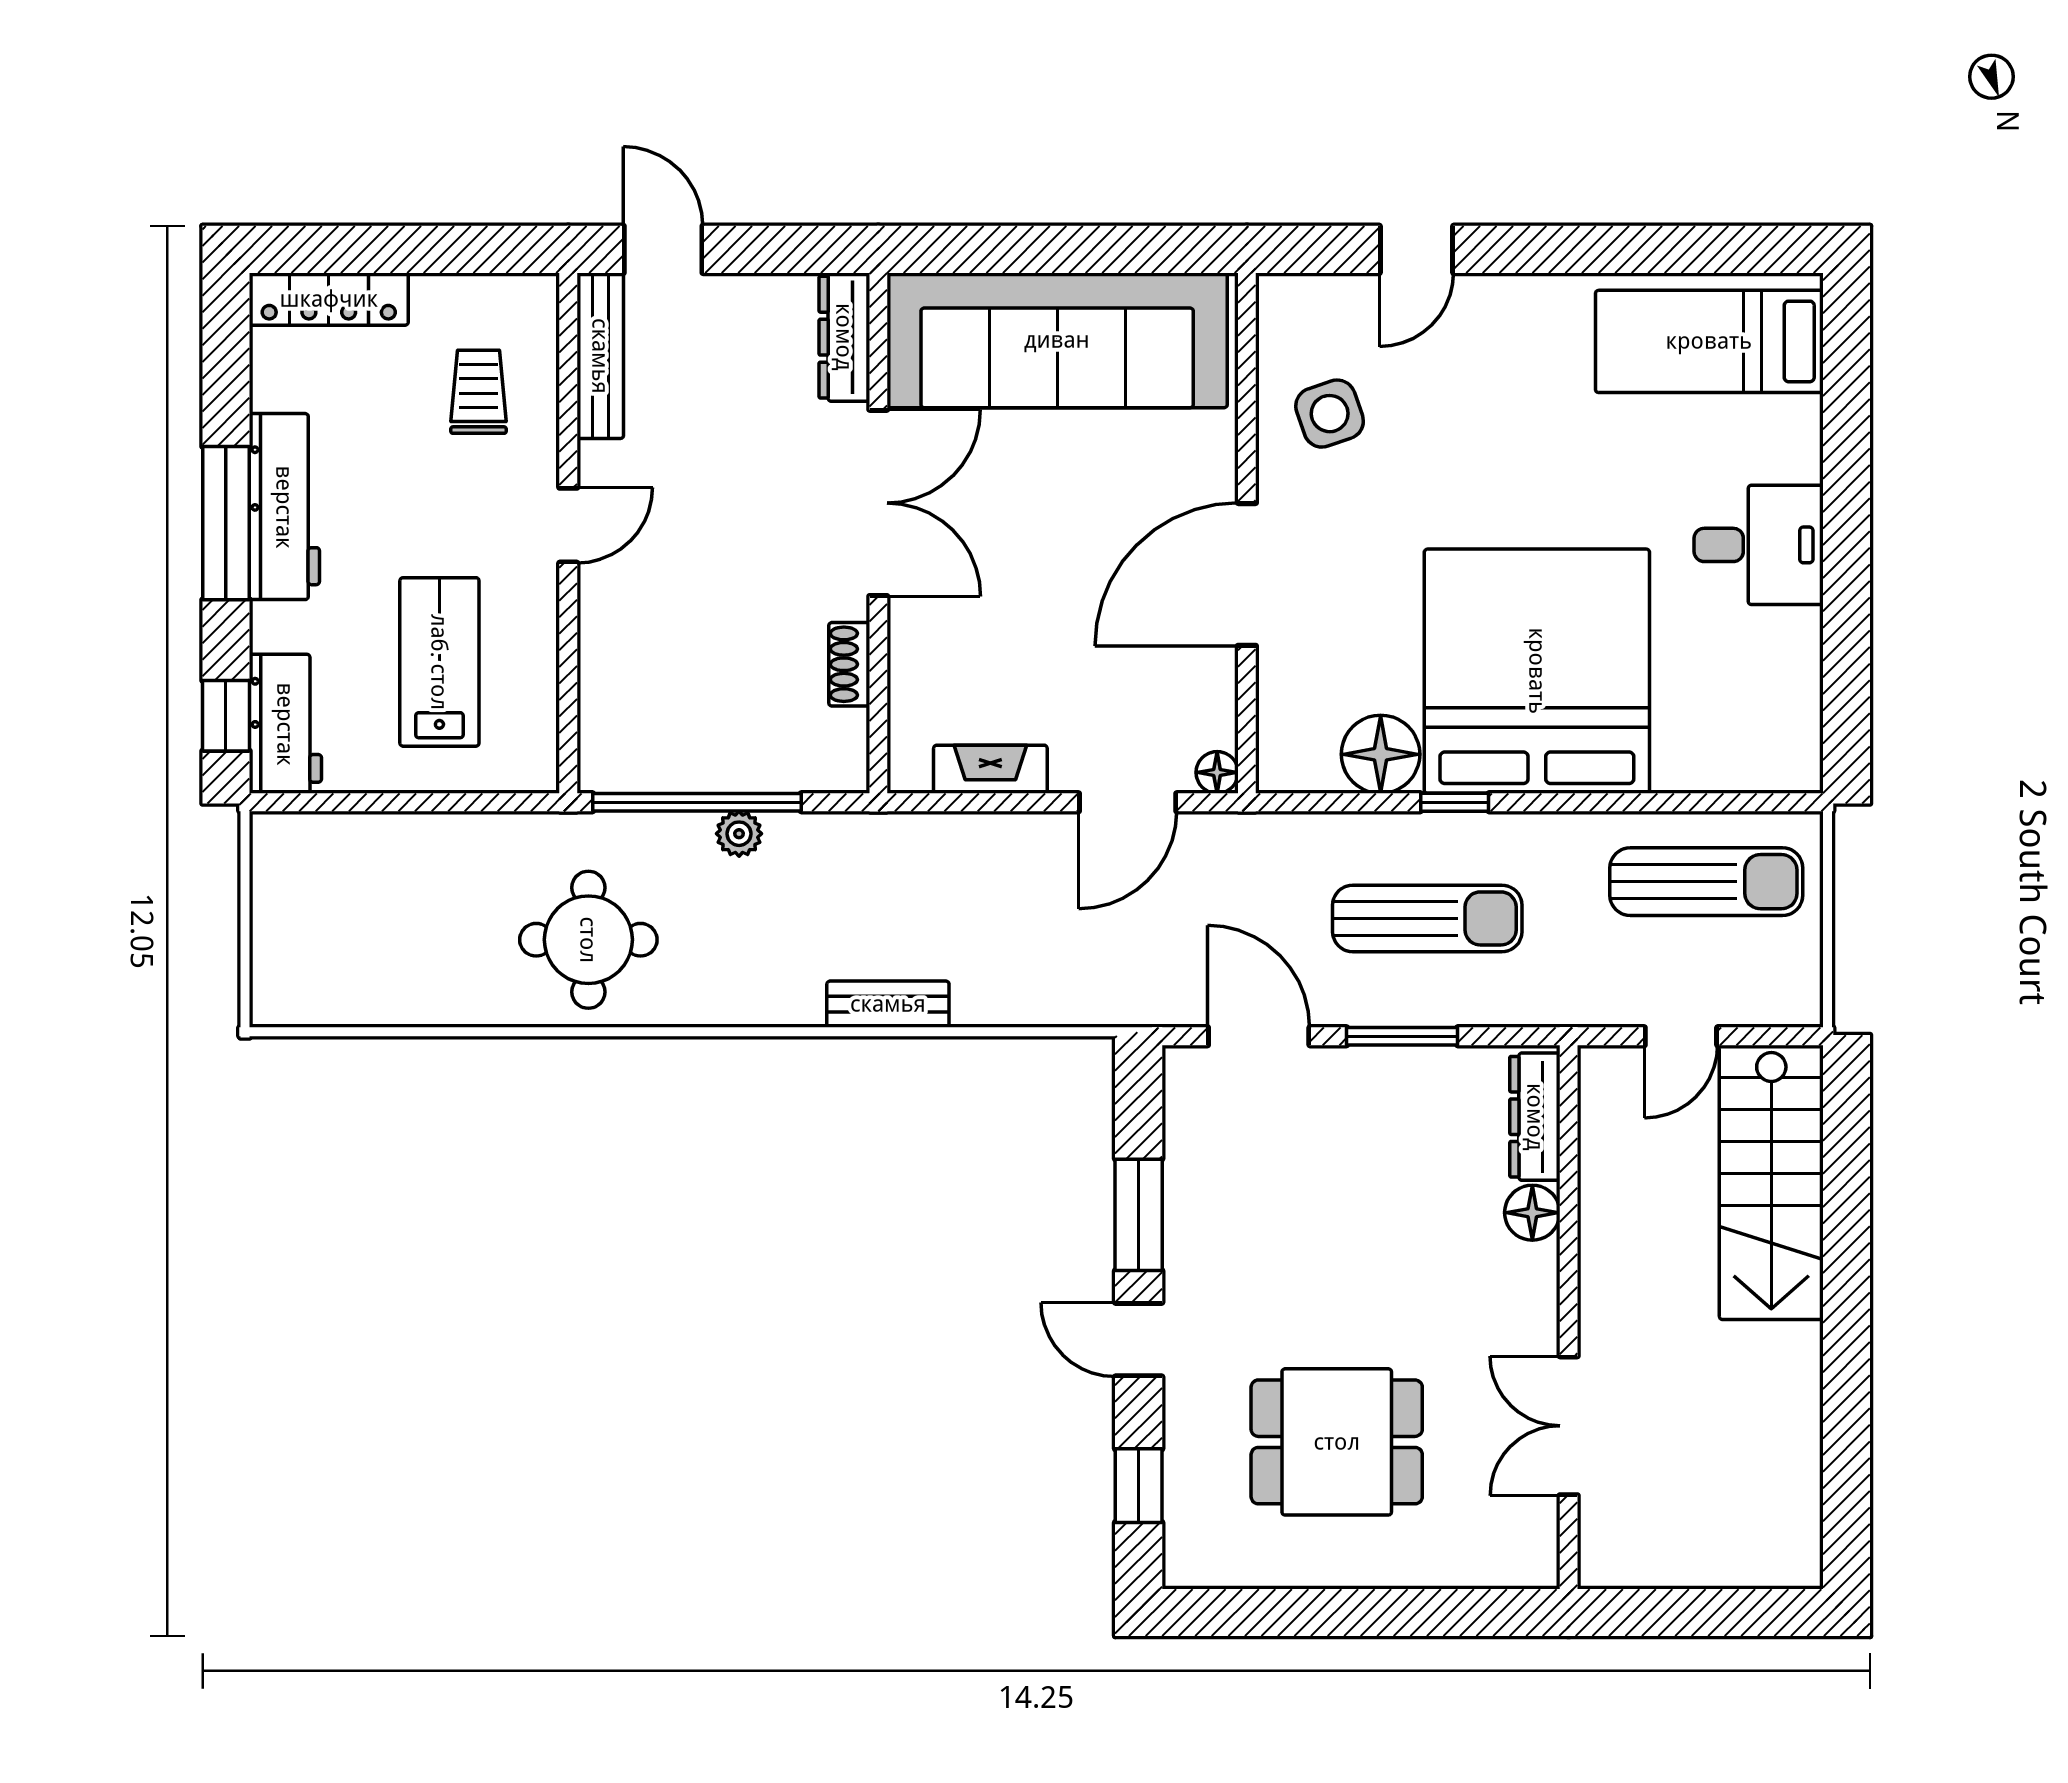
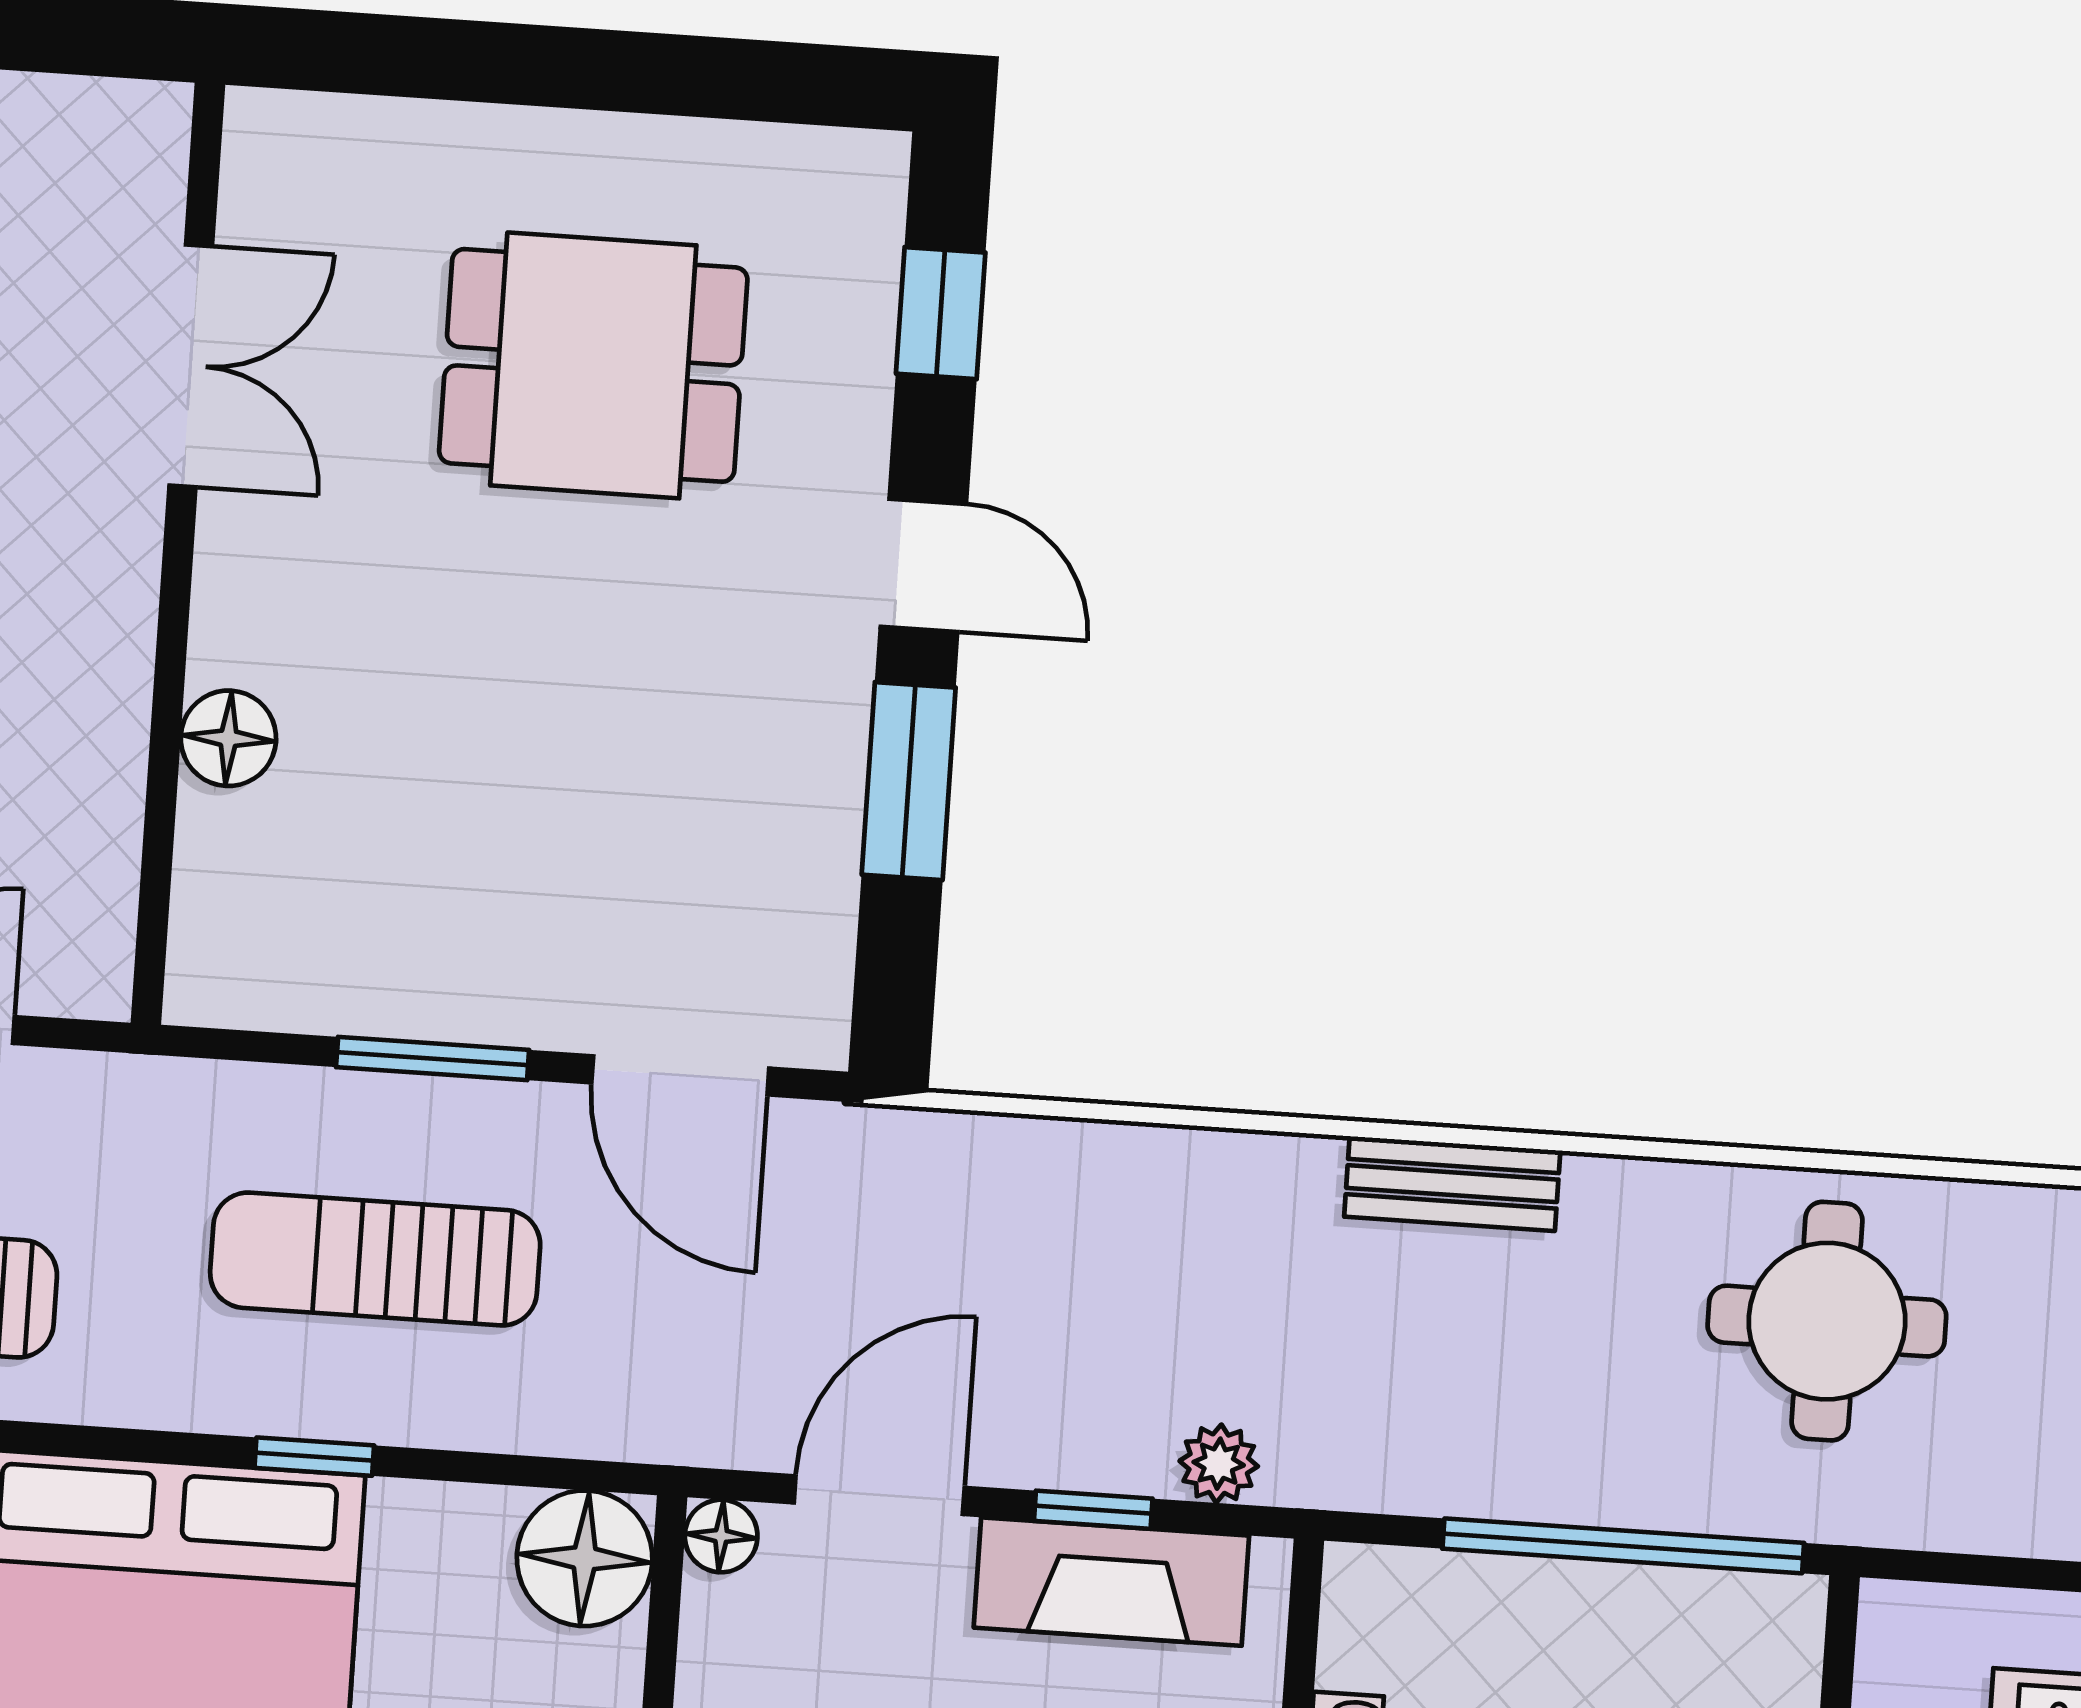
floor lamp: (1381, 754) -> (585, 1558), moved
fireplace: (990, 769) -> (1111, 1582), width x1.37, depth x1.32
window: (1004, 802) -> (1093, 1510), added
plant: (739, 834) -> (1219, 1464), moved
bench: (888, 1004) -> (1452, 1184), moved
dresser: (1535, 1117) -> (213, 904), removed

